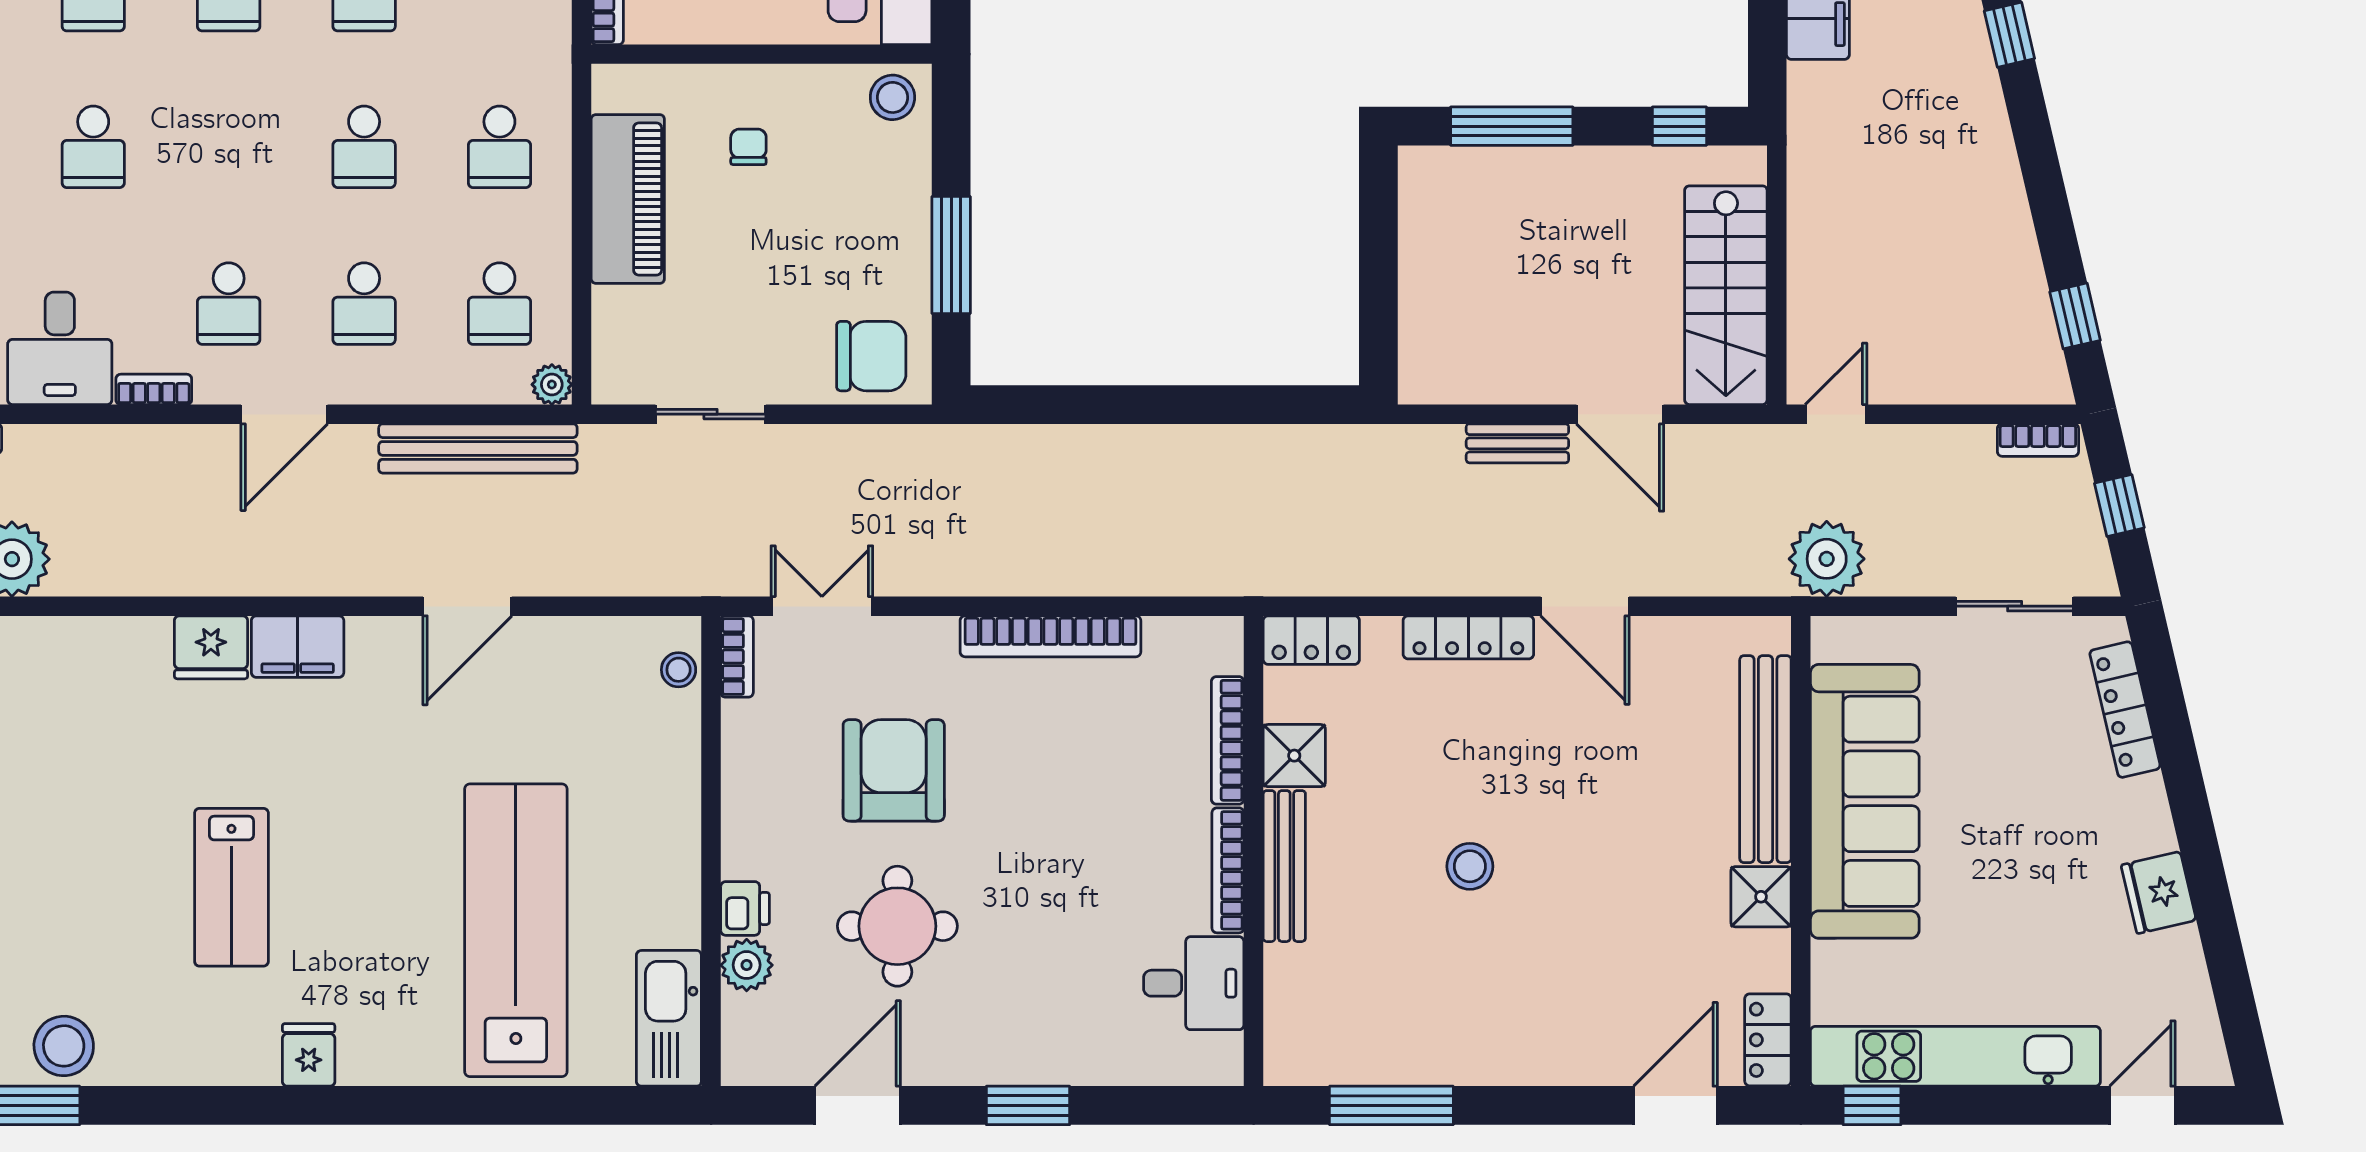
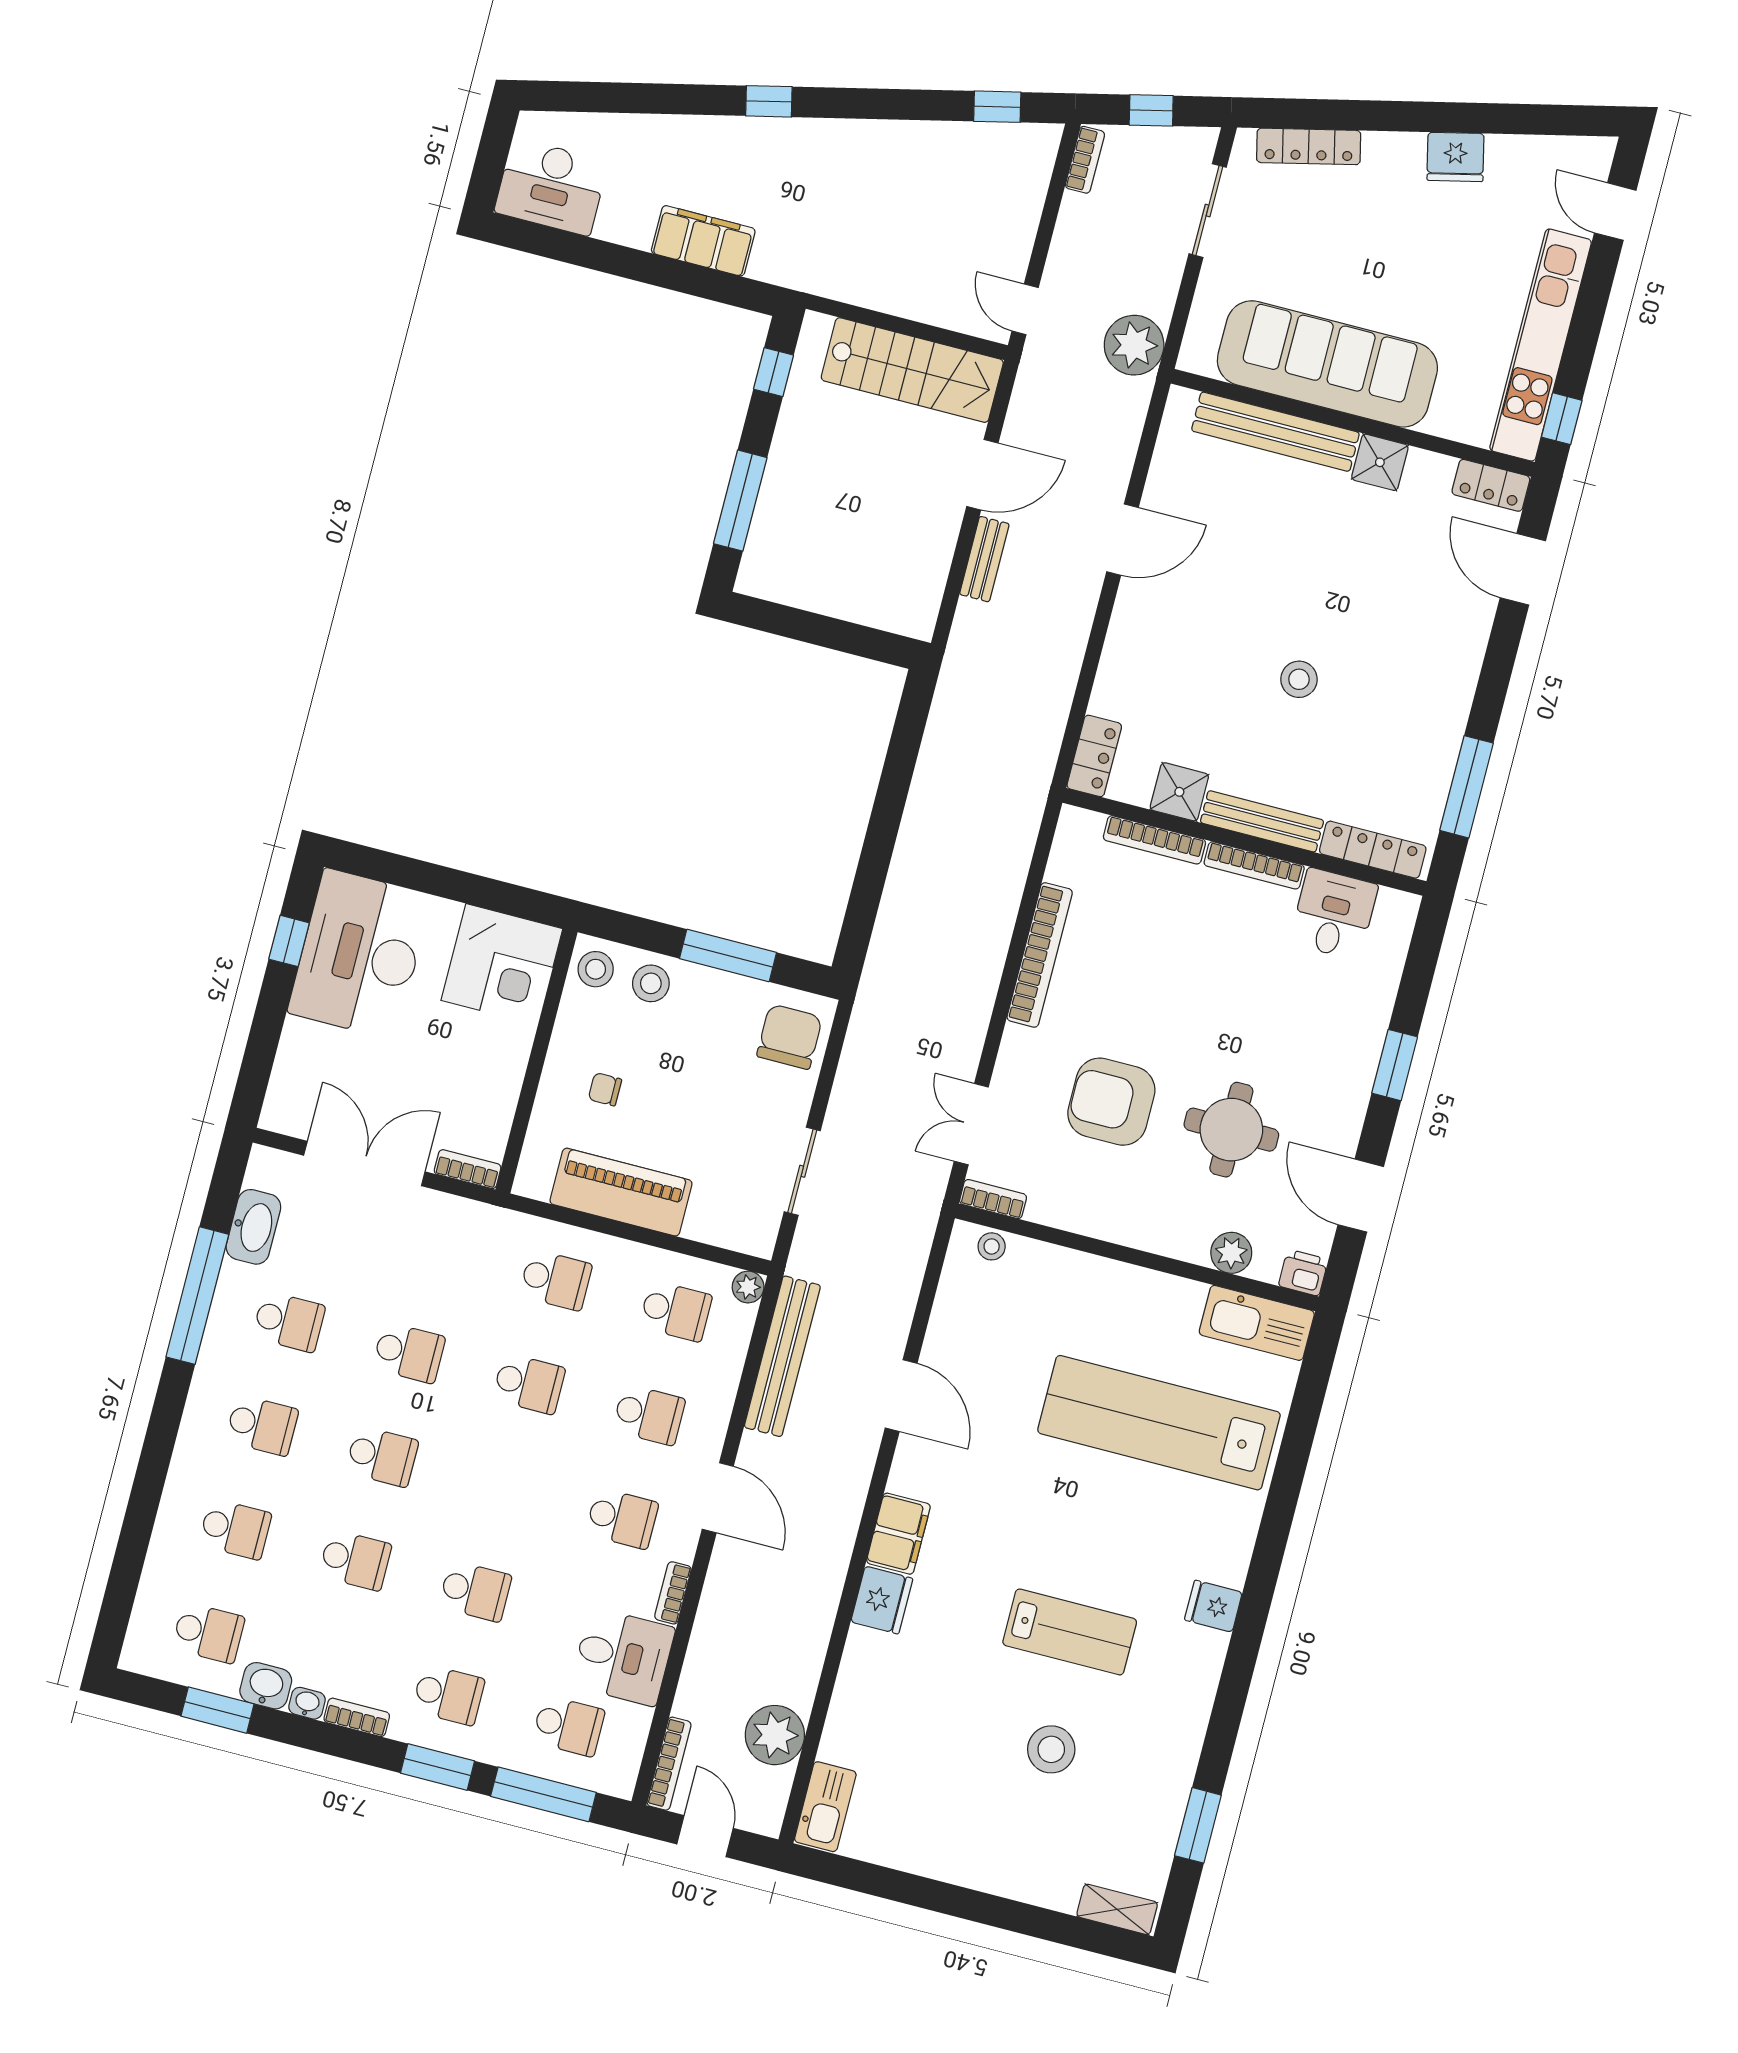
stool: (893, 169) -> (651, 983), added
locker: (1468, 637) -> (1373, 850), moved, turned -90
printer: (745, 908) -> (1303, 1273), moved
stool: (64, 1046) -> (1051, 1749), moved

